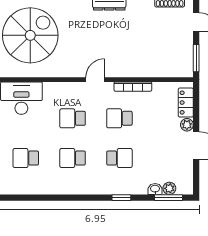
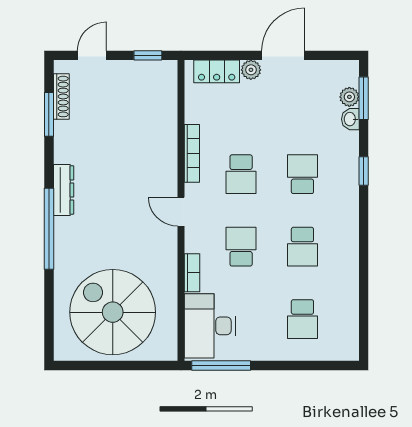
window: (196, 58) -> (148, 55), width x0.67
bookcase: (56, 87) -> (192, 273), added
school desk: (73, 118) -> (241, 247), turned 180

